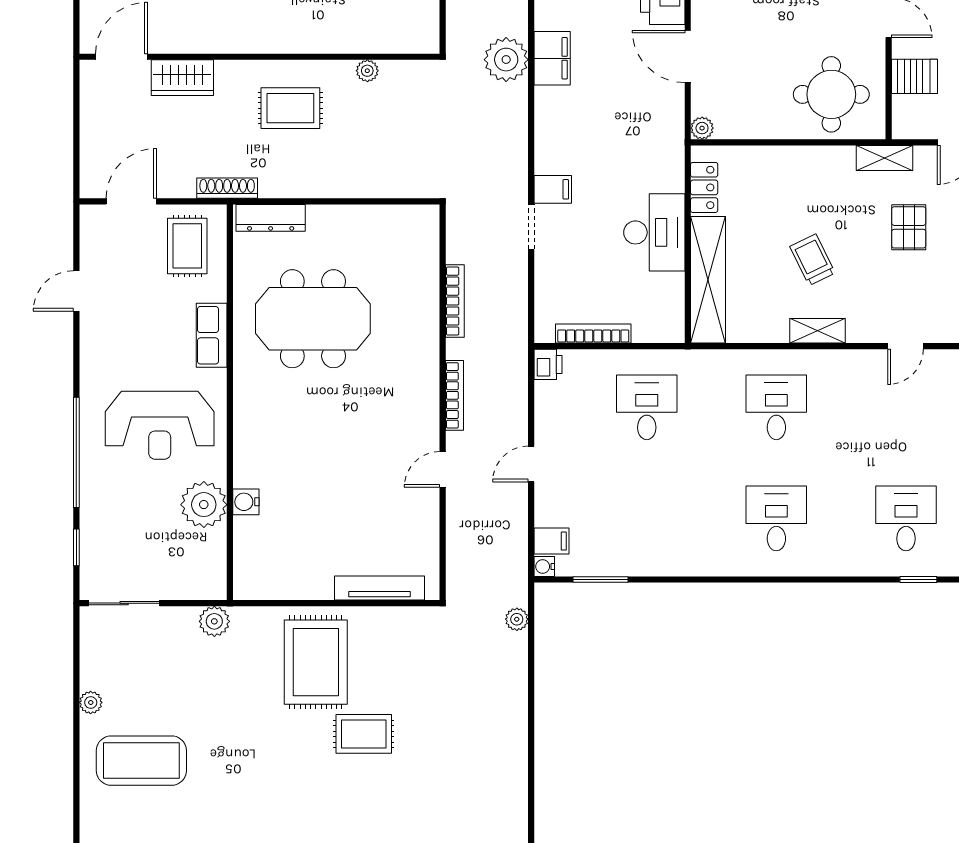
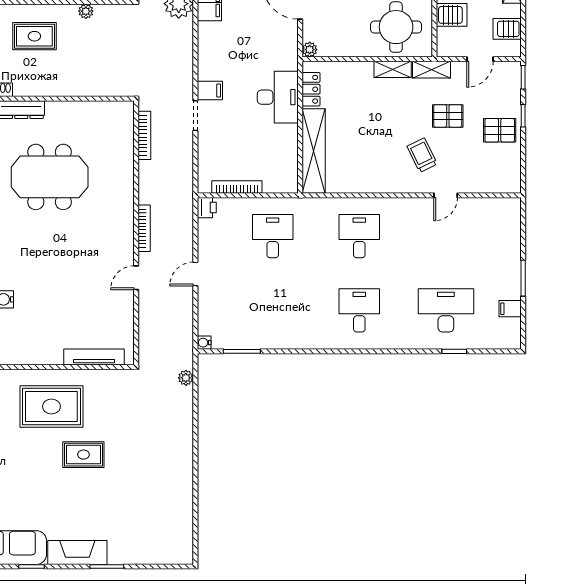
pallet: (909, 227) -> (448, 116), turned 90
desk: (654, 232) -> (278, 97), moved
trolley: (812, 260) -> (422, 155), moved
bookcase: (455, 301) -> (144, 135), moved
shelving: (817, 331) -> (393, 69), moved
desk: (906, 518) -> (446, 310), width x1.37
filing cabinet: (552, 541) -> (209, 326), removed
rug: (316, 662) -> (51, 407), turned 90

